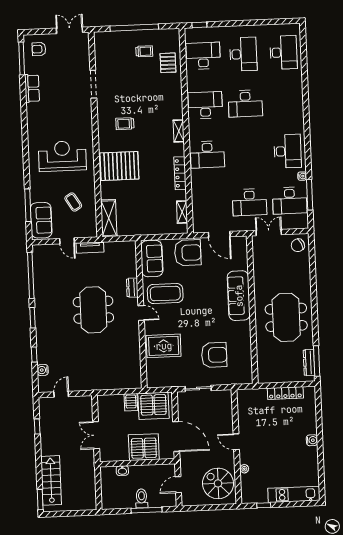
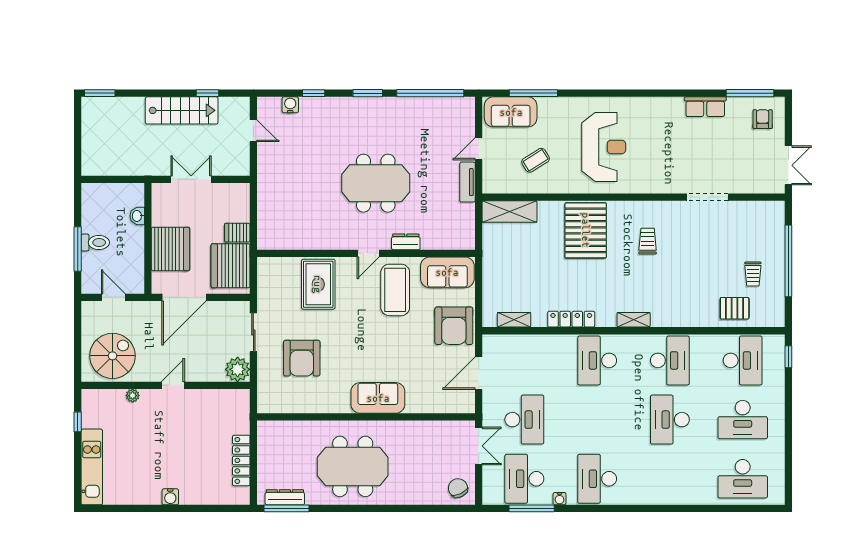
desk: (288, 151) -> (597, 479), turned 90
desk: (250, 202) -> (524, 420), turned 180
sofa: (239, 296) -> (378, 398), width x0.73
plant: (224, 398) -> (238, 369), added
stairs: (51, 480) -> (182, 110), moved

